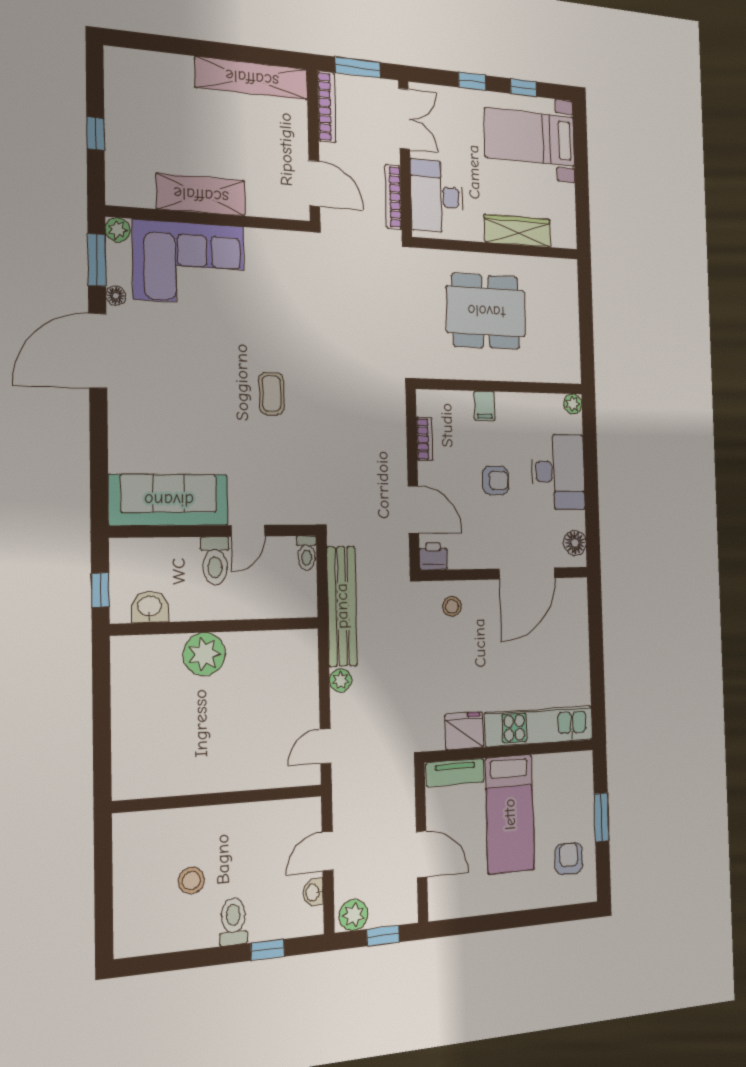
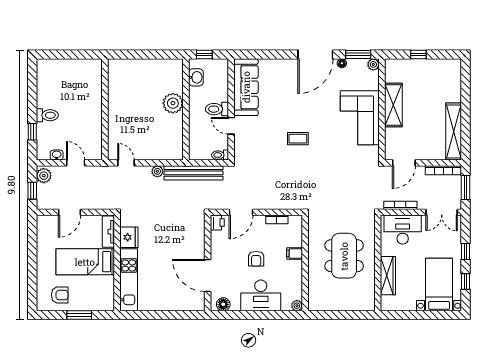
corner sofa: (189, 263) -> (360, 118), moved
door: (98, 351) -> (315, 55), swing flipped
stool: (452, 606) -> (192, 232), removed
stool: (191, 880) -> (68, 95), removed

